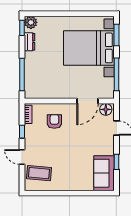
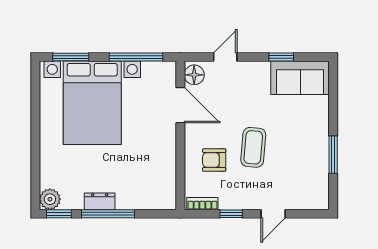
dresser: (30, 42) -> (100, 201), moved
window: (22, 75) -> (108, 214), moved
coffee table: (39, 173) -> (253, 147), moved
window: (58, 193) -> (333, 155), added

